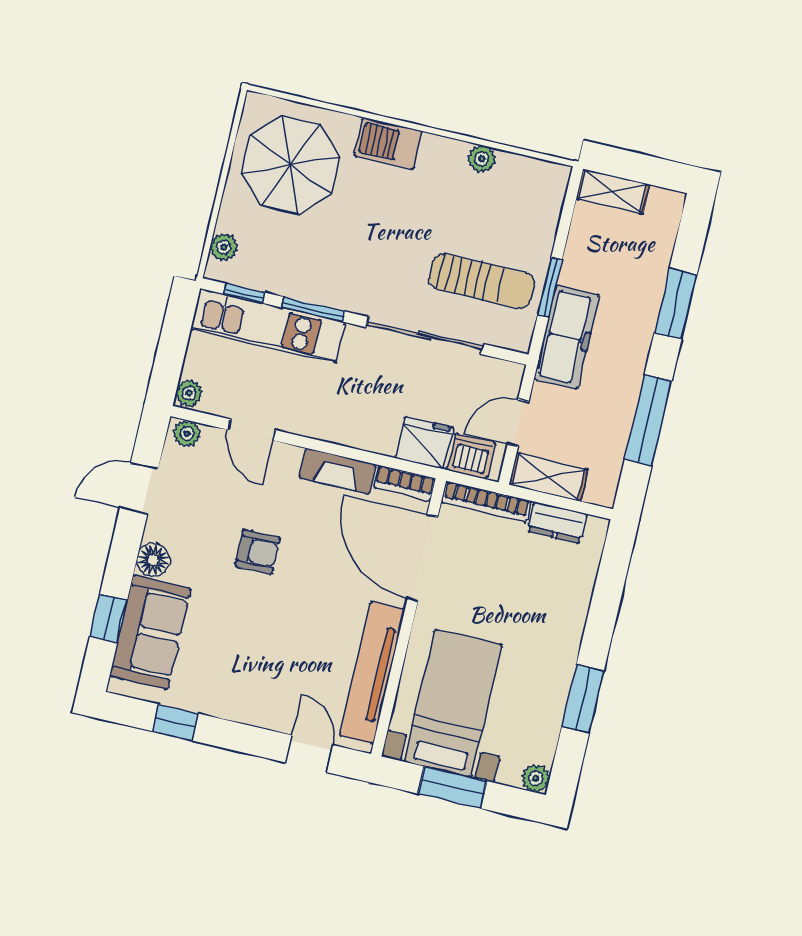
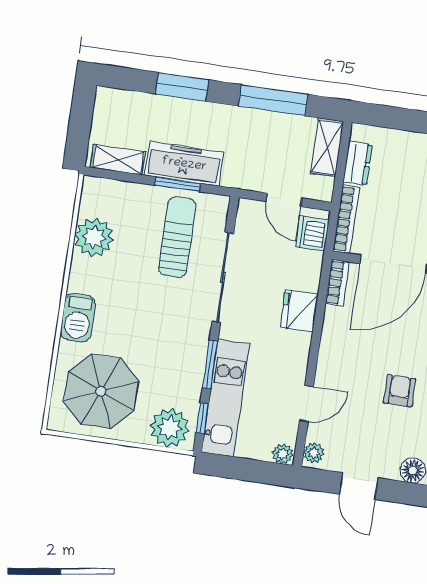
plant: (482, 159) -> (94, 237), width x1.88, depth x1.88
shelving: (613, 191) -> (118, 160), moved, turned 90
plant: (224, 247) -> (170, 428), width x1.88, depth x1.88
freezer: (567, 337) -> (184, 164), moved
fridge: (424, 443) -> (299, 311), moved
fireplace: (337, 471) -> (333, 335), removed
shelving: (548, 477) -> (327, 147), moved

